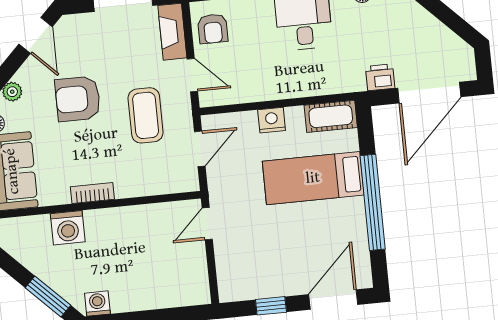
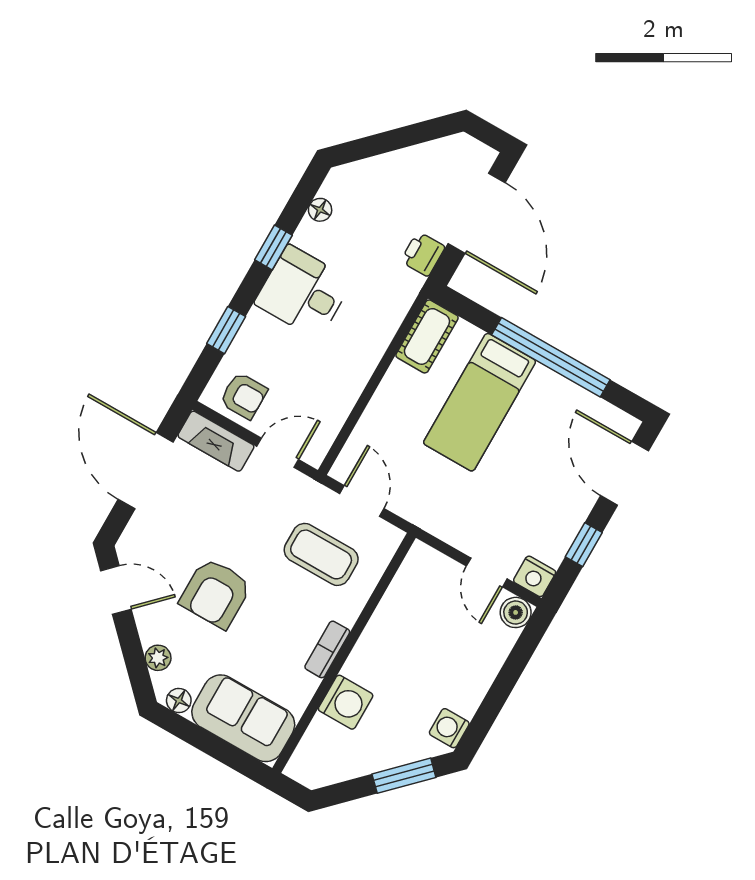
coffee table: (146, 115) -> (321, 554), moved
nightstand: (272, 120) -> (535, 576), moved, turned -90
door: (207, 224) -> (487, 572), moved
boiler: (199, 294) -> (516, 612), added

